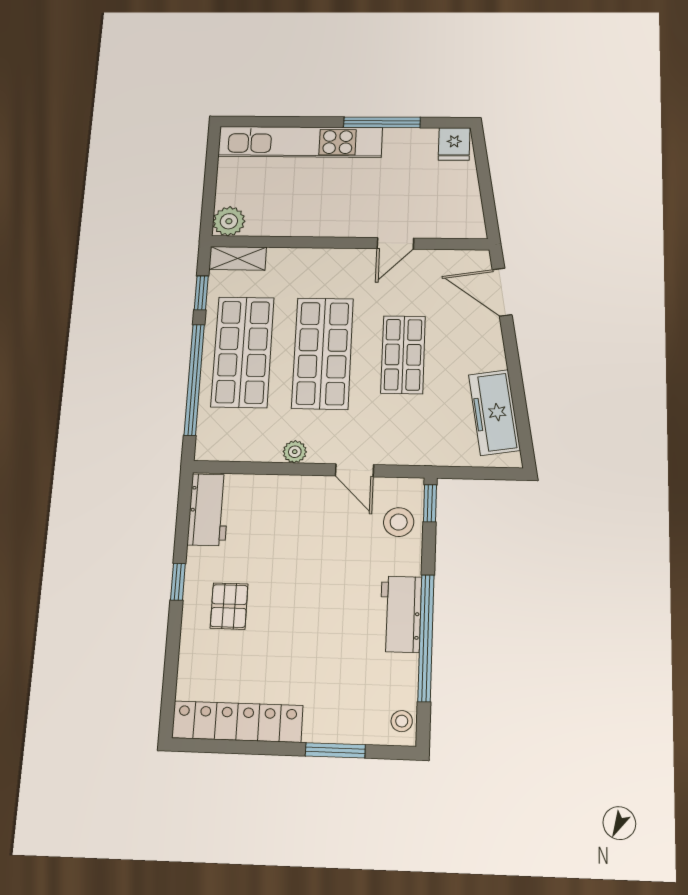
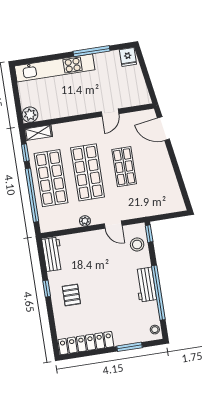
freezer: (494, 412) -> (170, 187), removed

